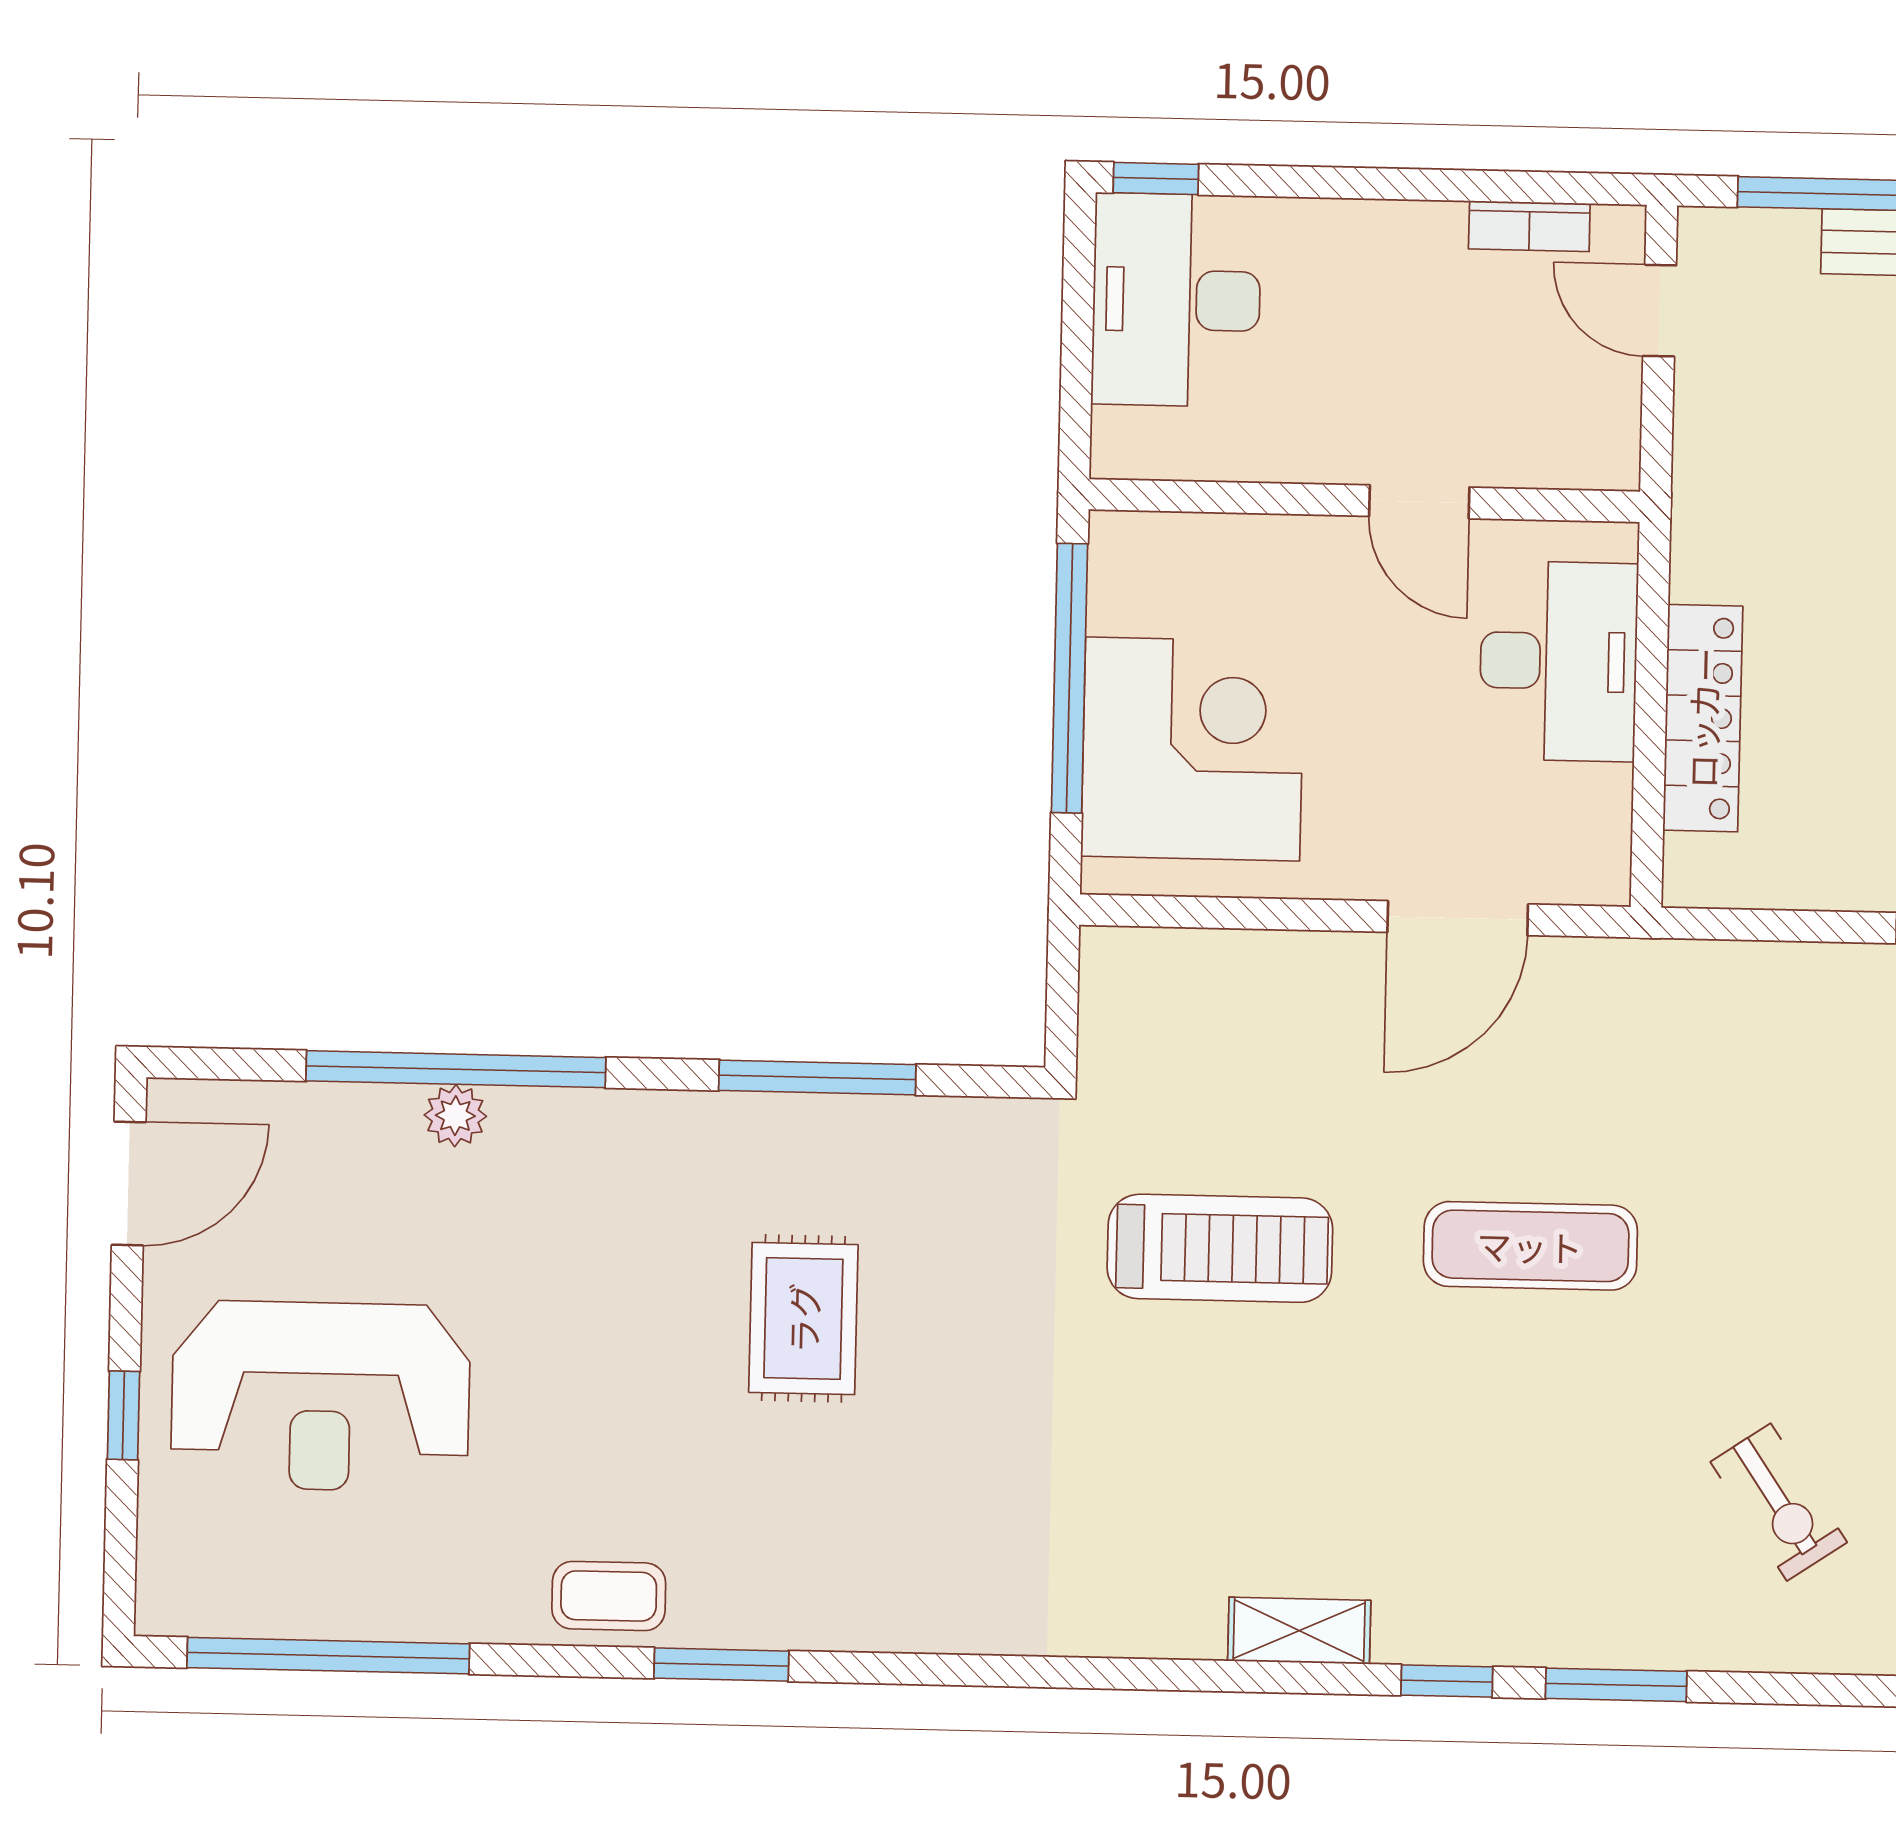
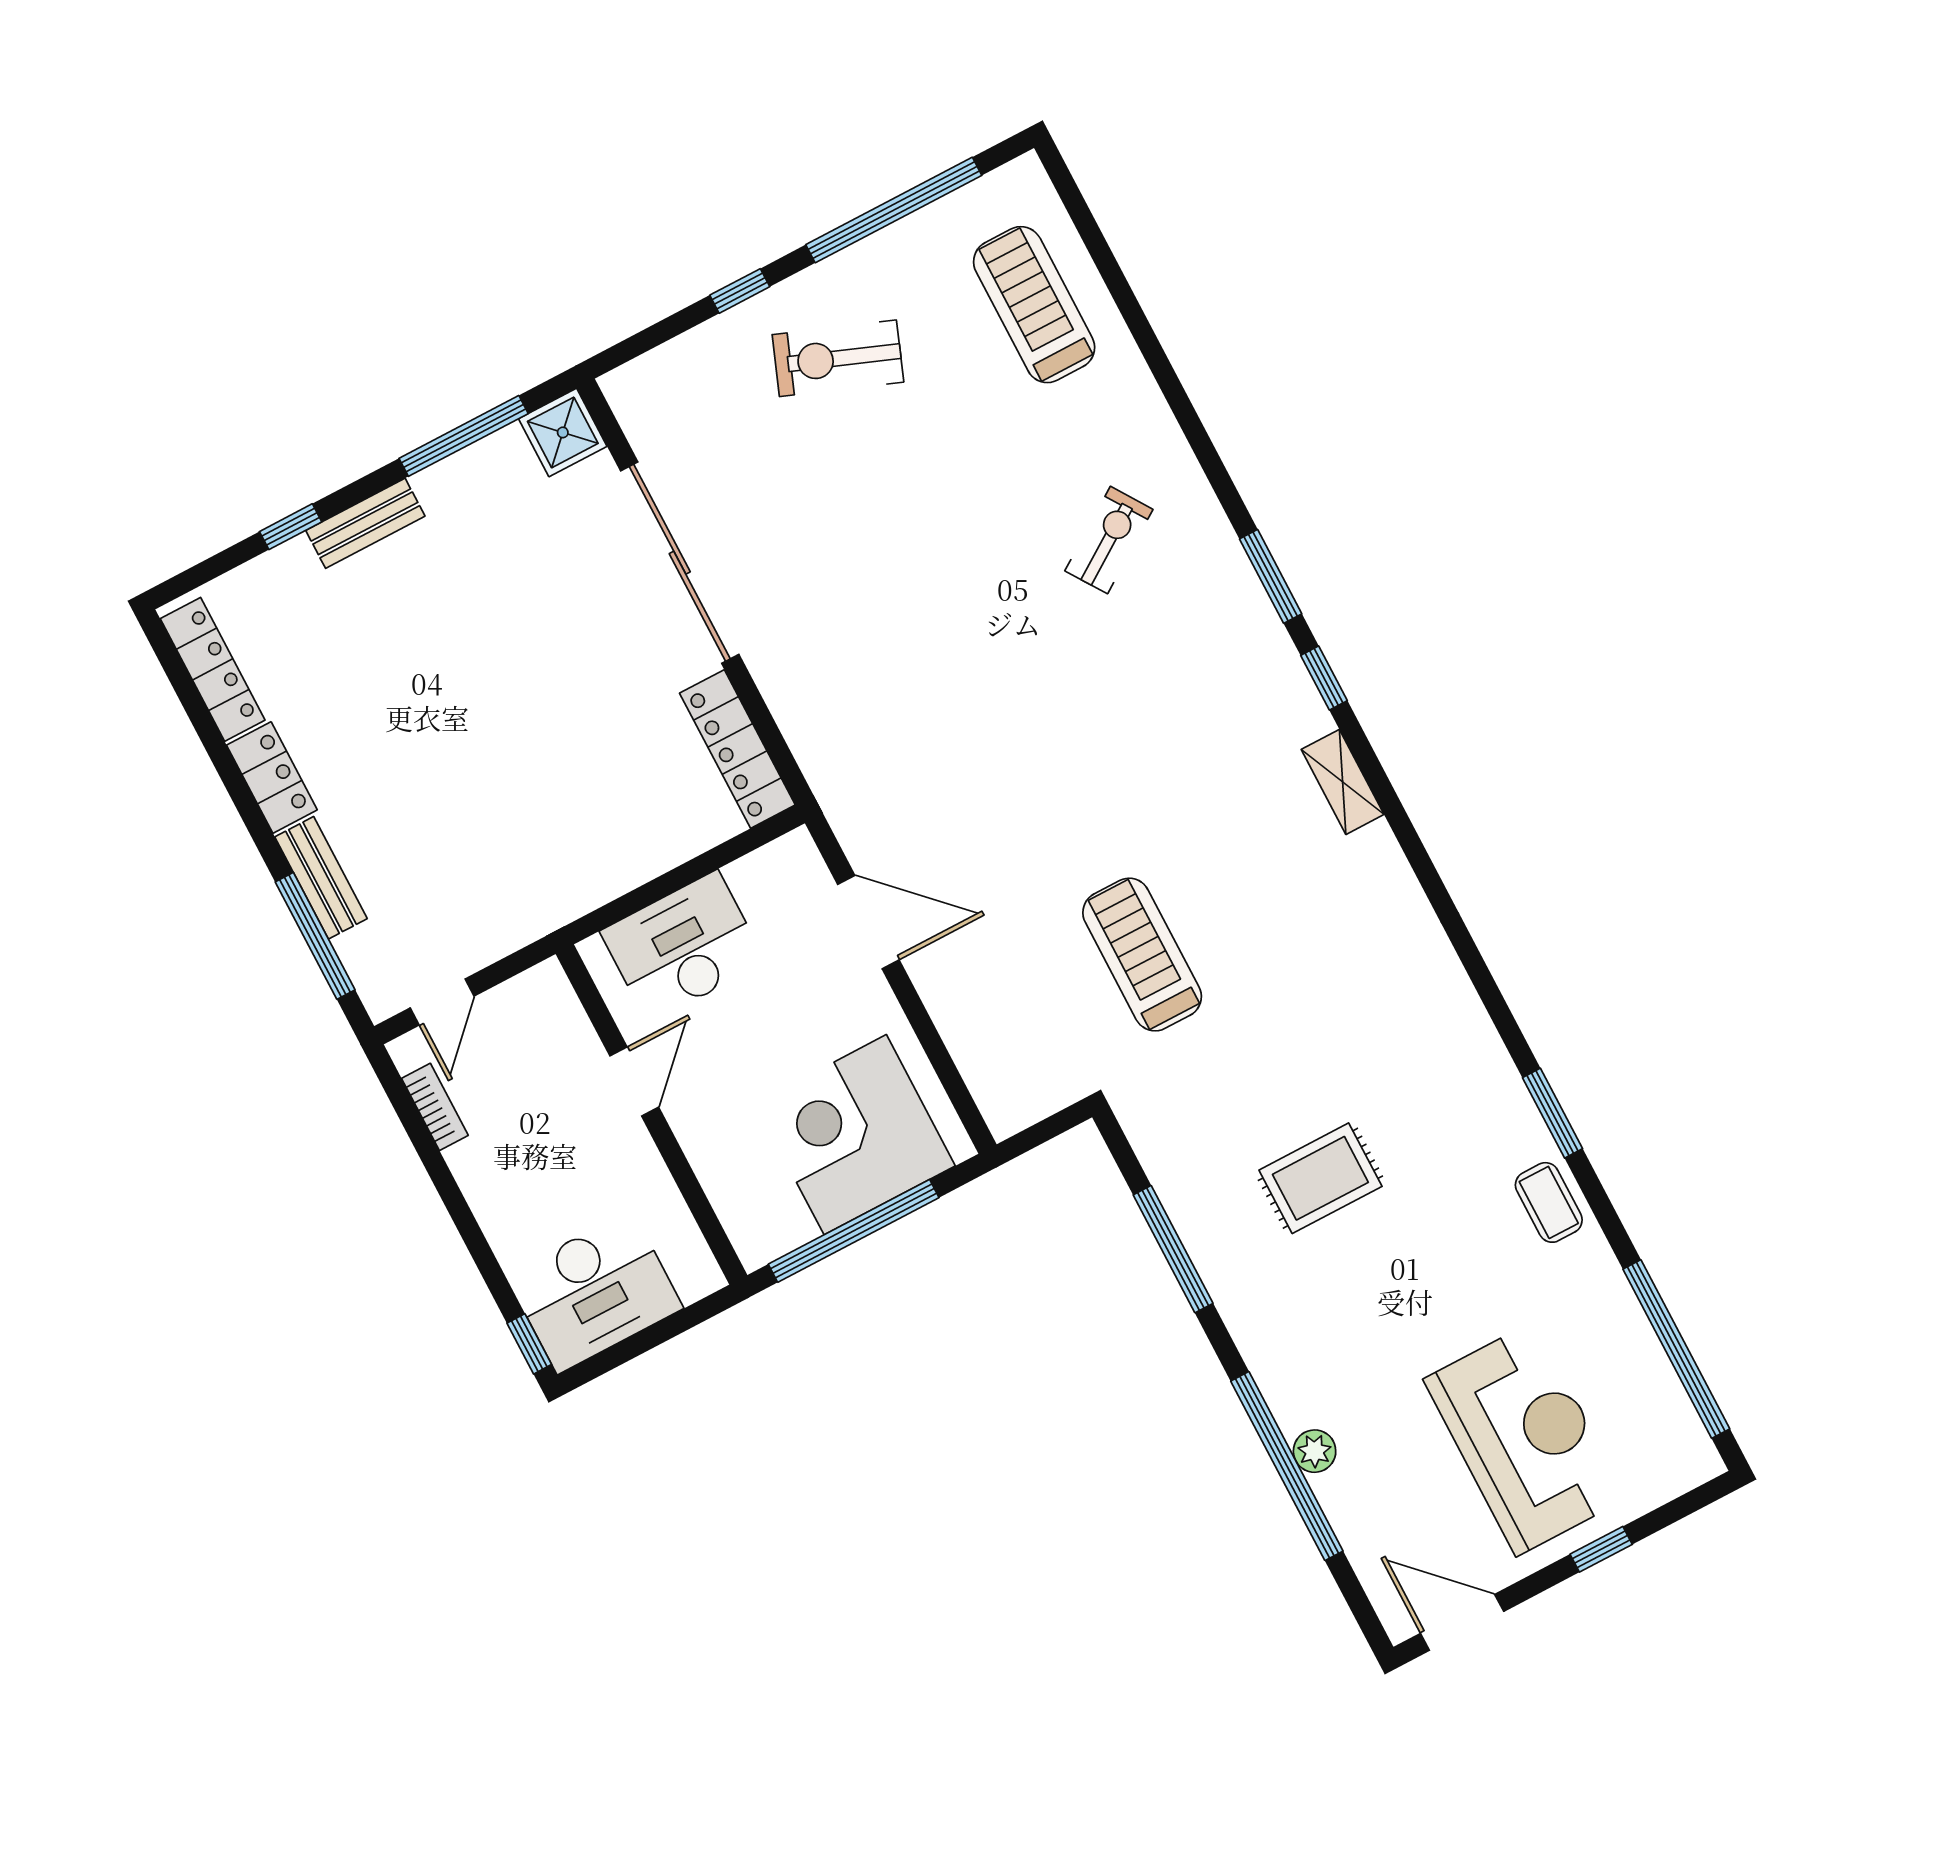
locker: (1703, 718) -> (737, 749), moved, turned -90
exercise mat: (1530, 1246) -> (1039, 771), removed

